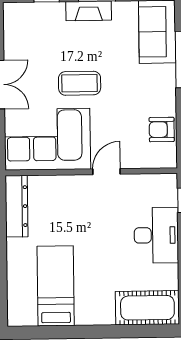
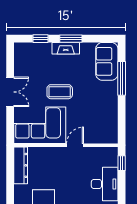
armchair: (162, 130) -> (109, 120), removed

